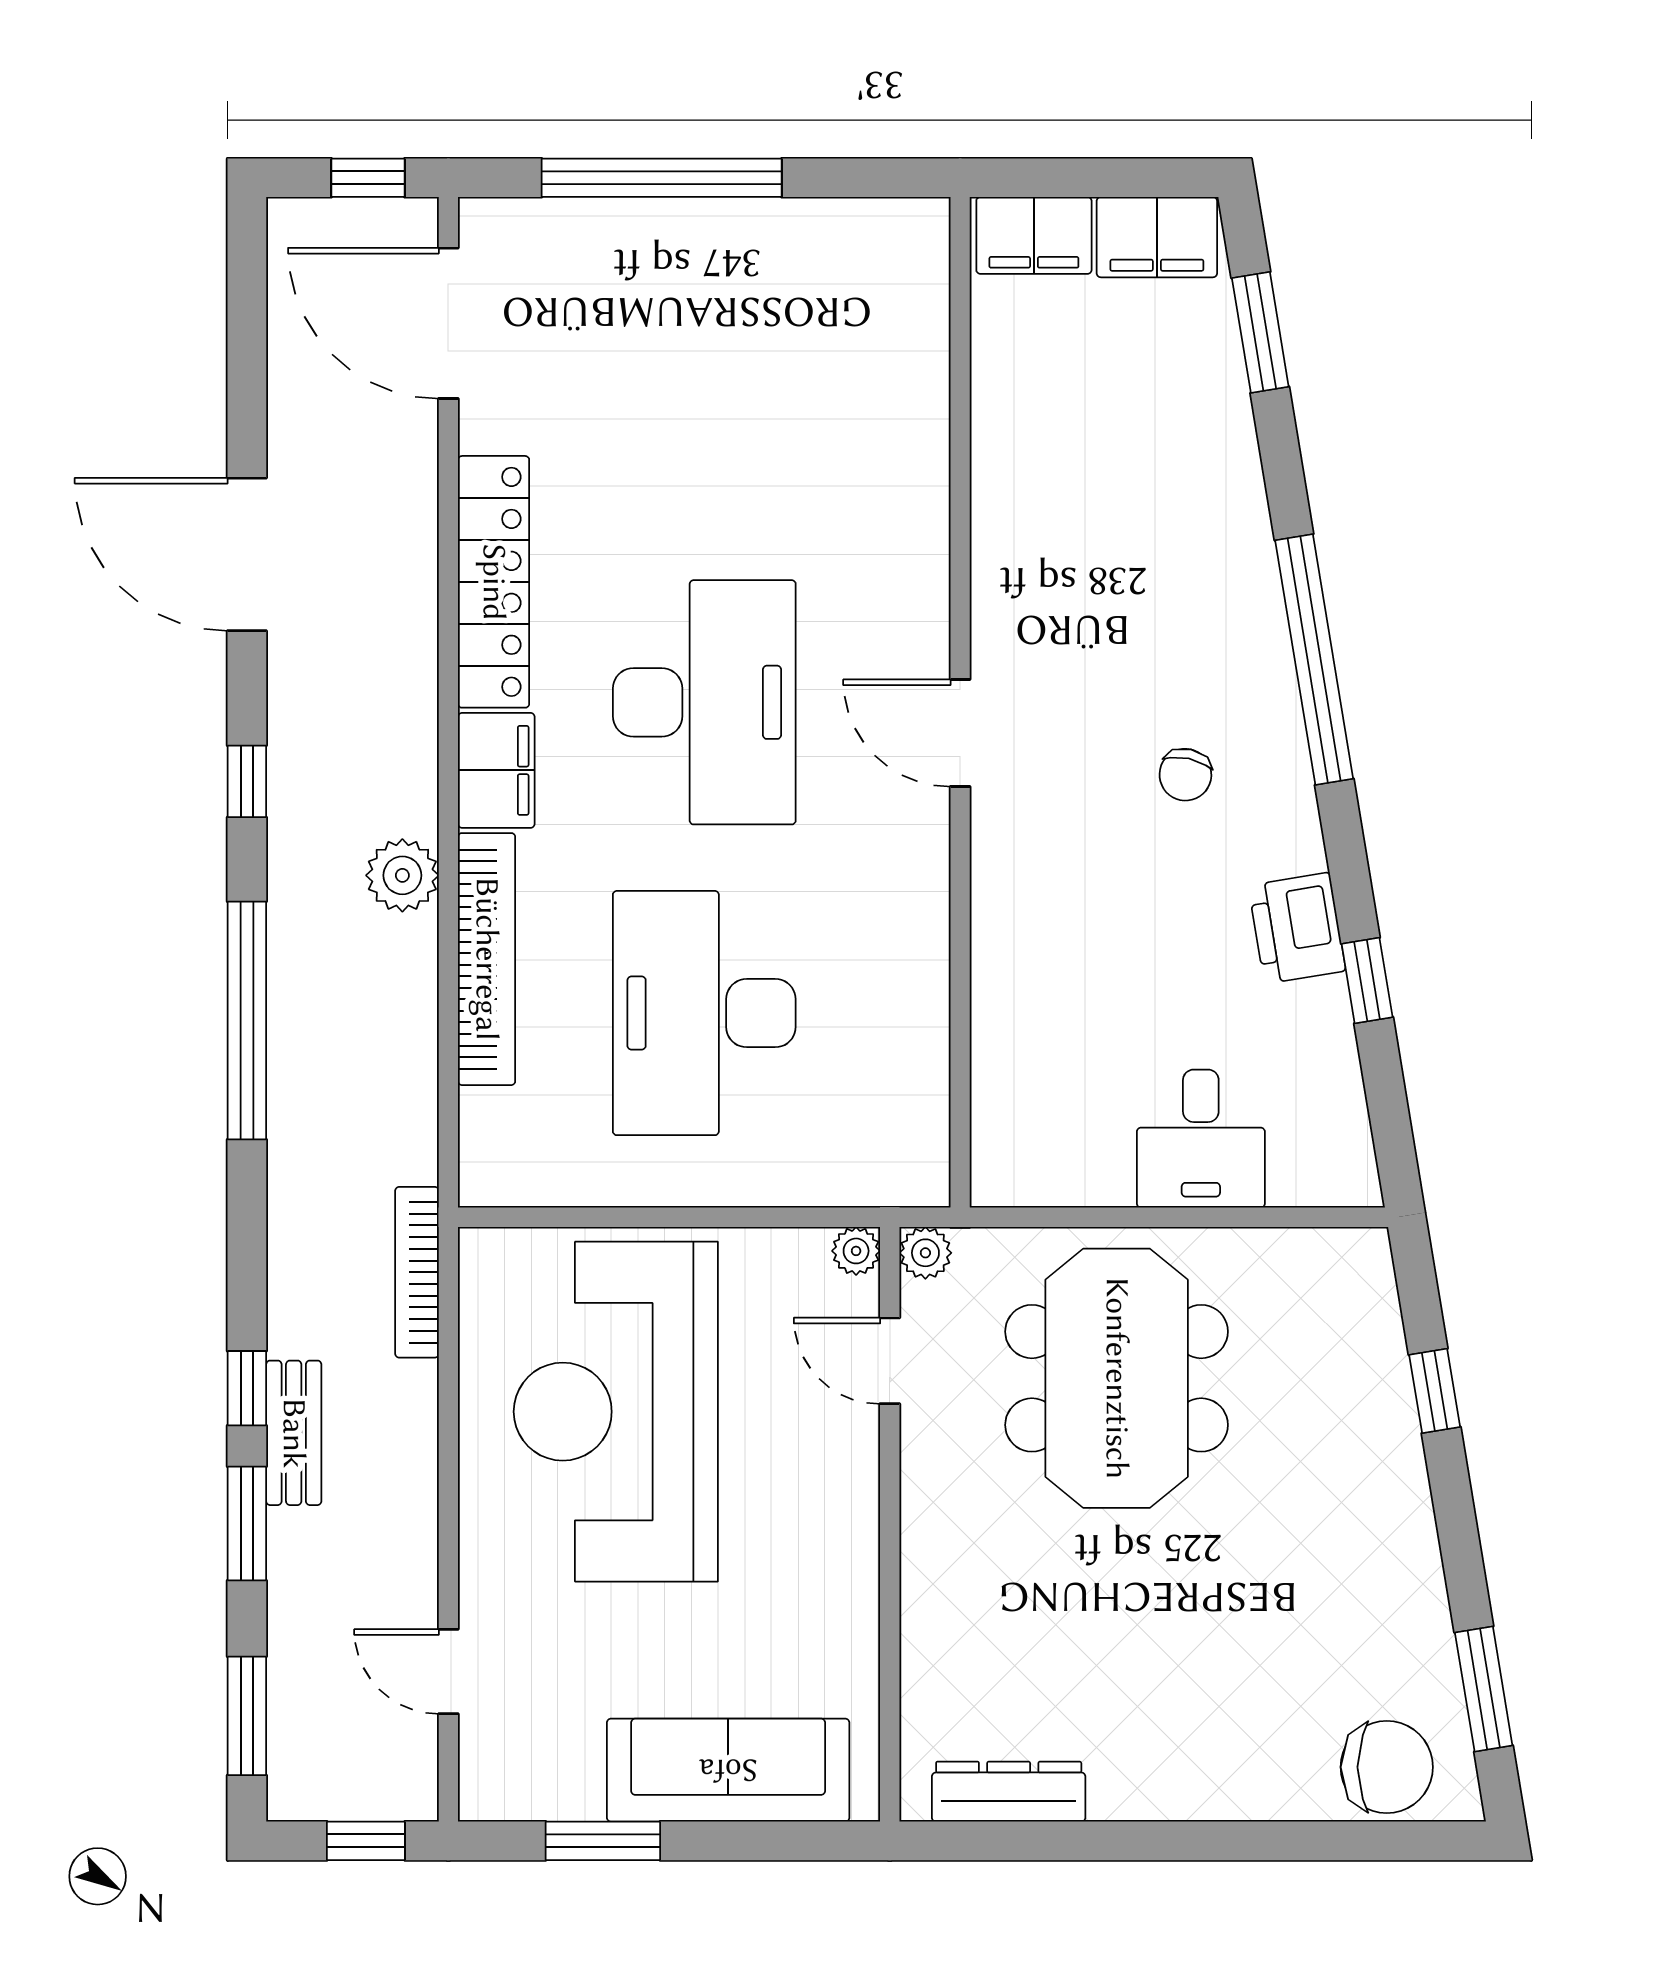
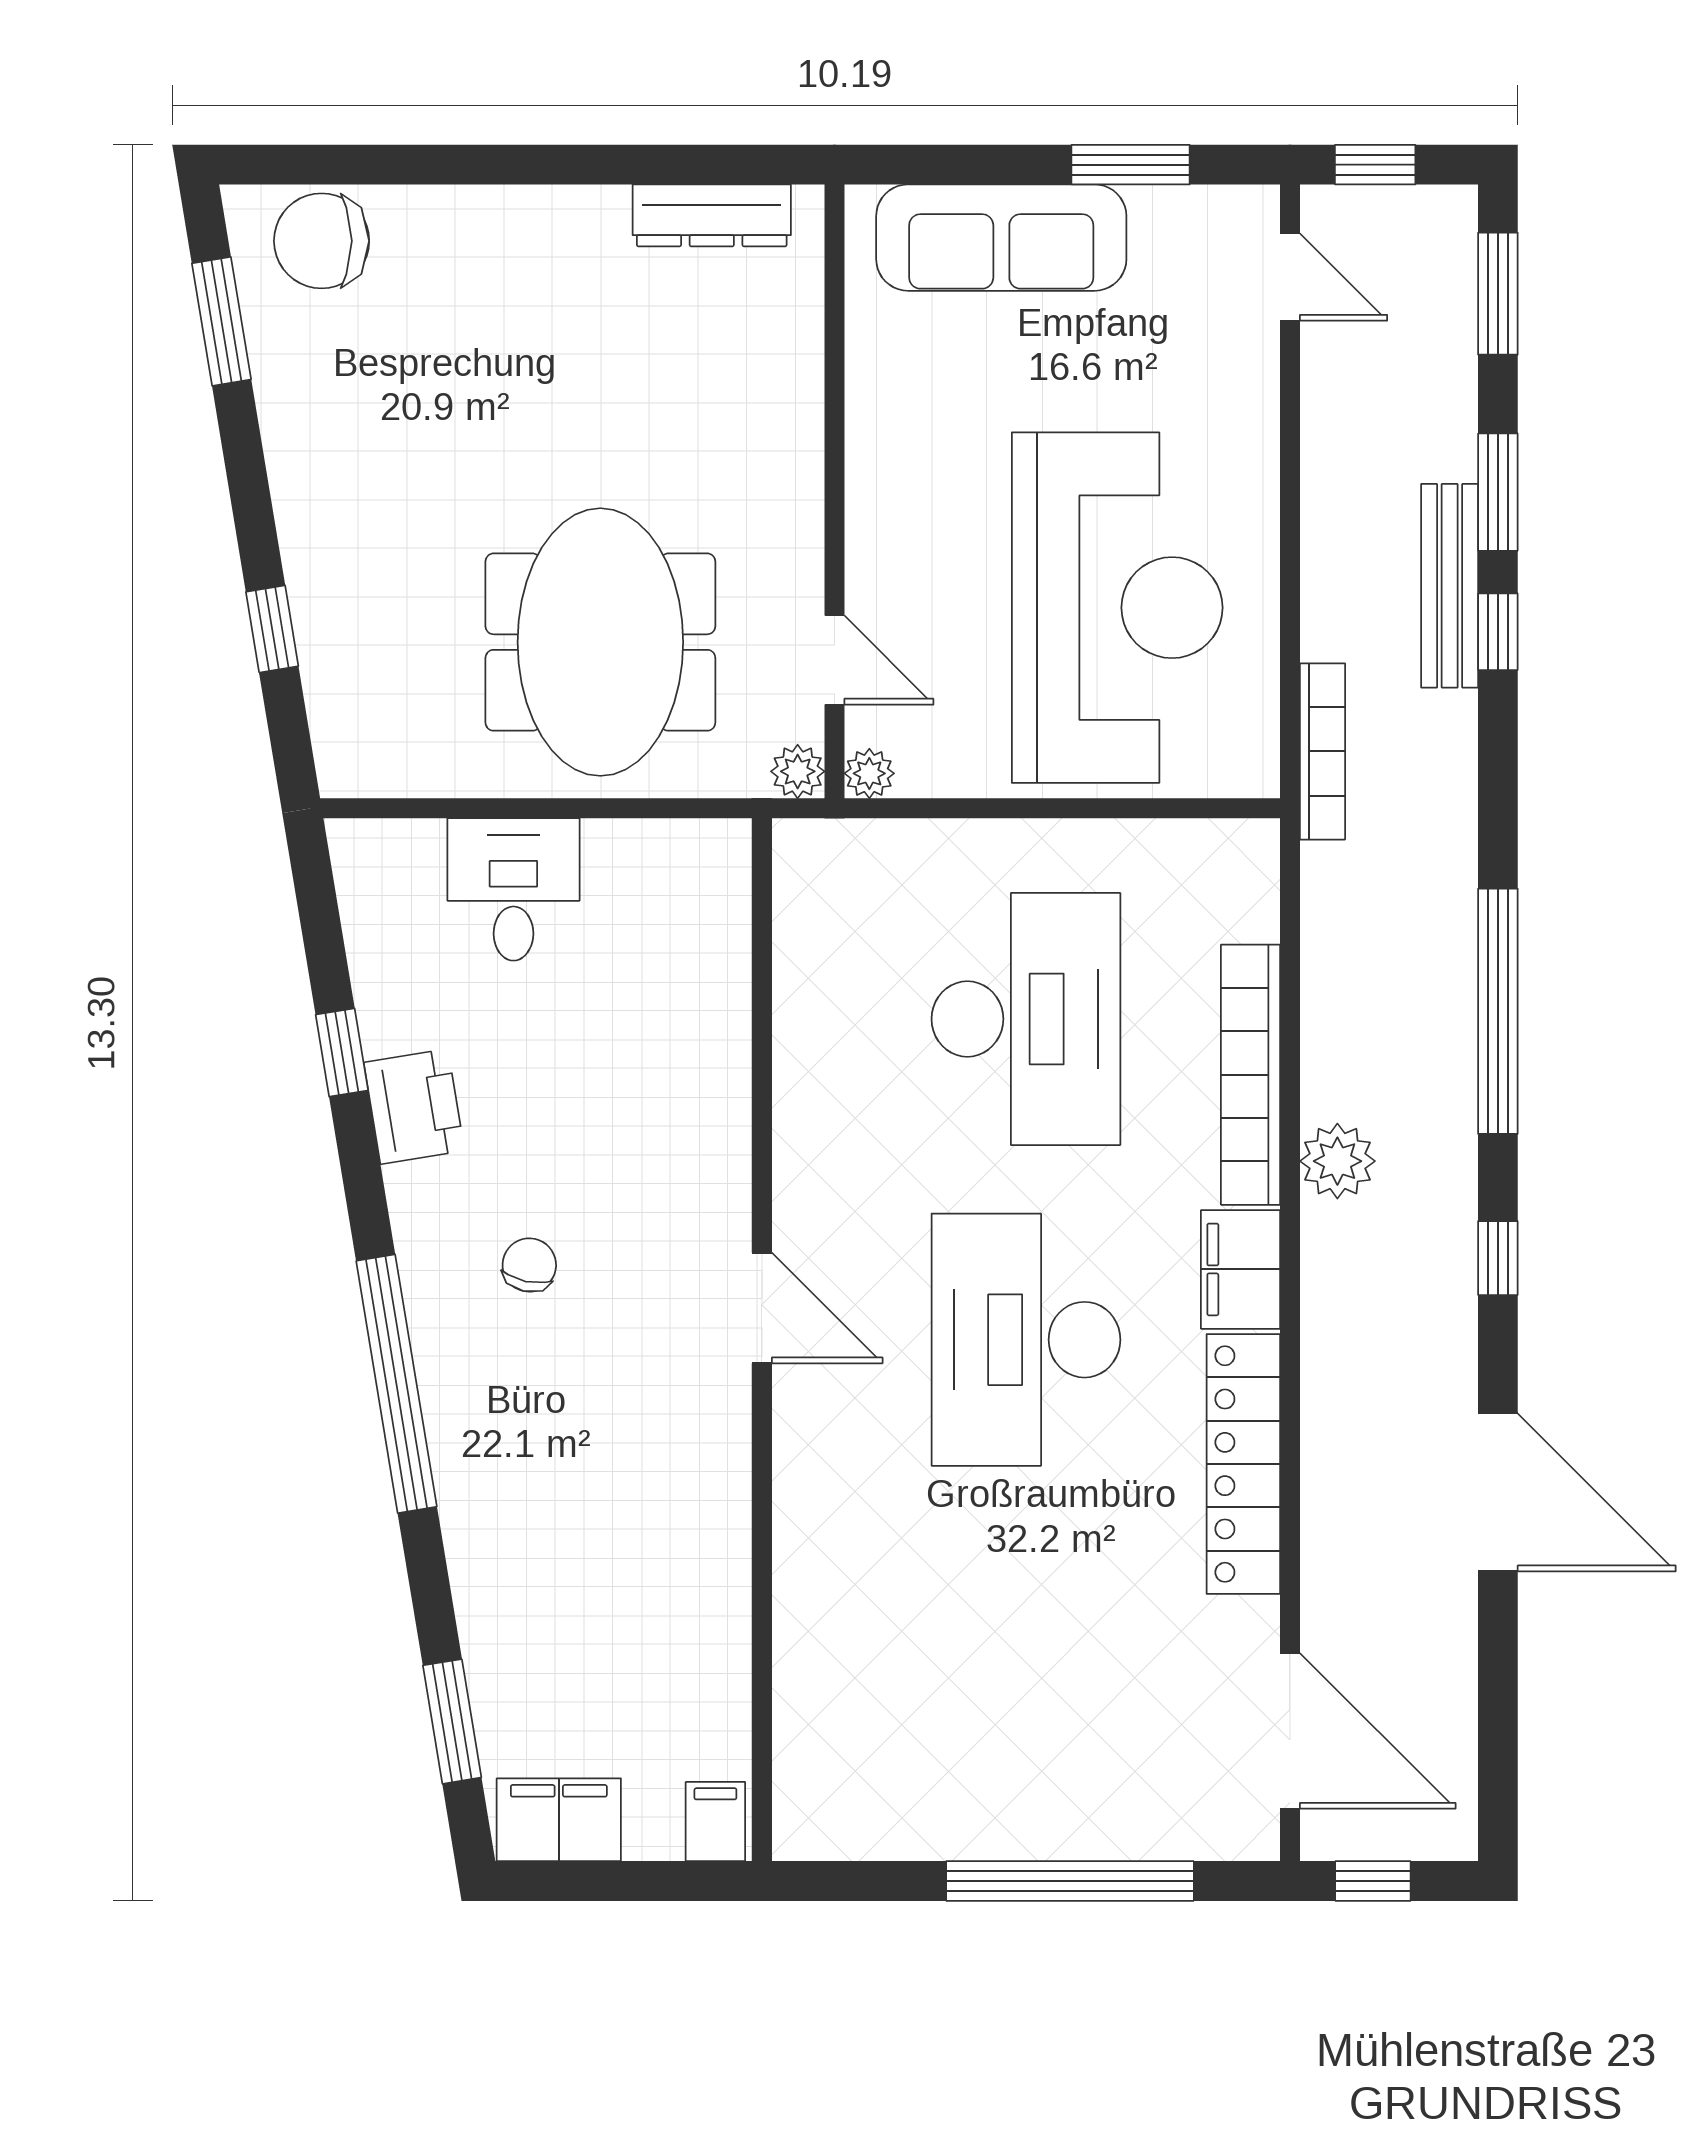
filing cabinet: (1034, 235) -> (715, 1822), width x0.50
bench: (294, 1433) -> (1450, 586), width x1.36
door: (448, 1672) -> (1290, 277), moved

